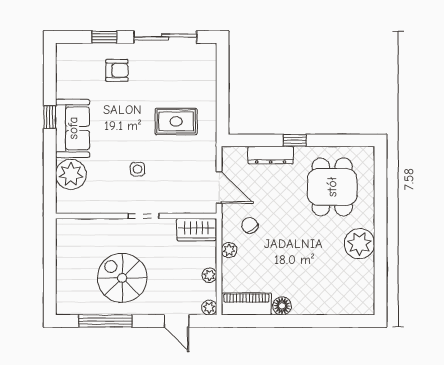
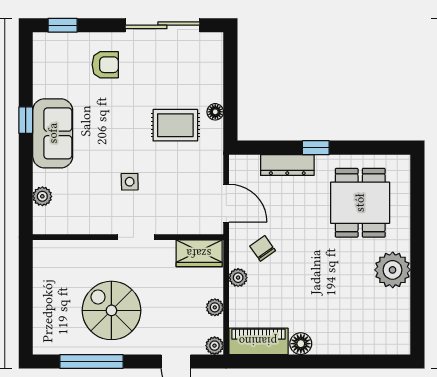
window: (104, 37) -> (63, 25), moved
floor lamp: (210, 110) -> (215, 112), added
plant: (71, 174) -> (42, 196), width x0.53, depth x0.53

